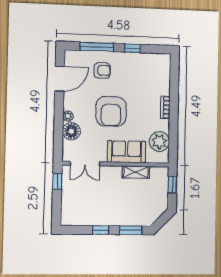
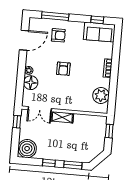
window: (132, 48) -> (97, 20), moved
armchair: (111, 111) -> (63, 69), width x0.53, depth x0.53
sofa: (126, 152) -> (99, 32), moved, turned 180
shelving: (136, 172) -> (62, 117), moved
boiler: (72, 214) -> (27, 149), added

